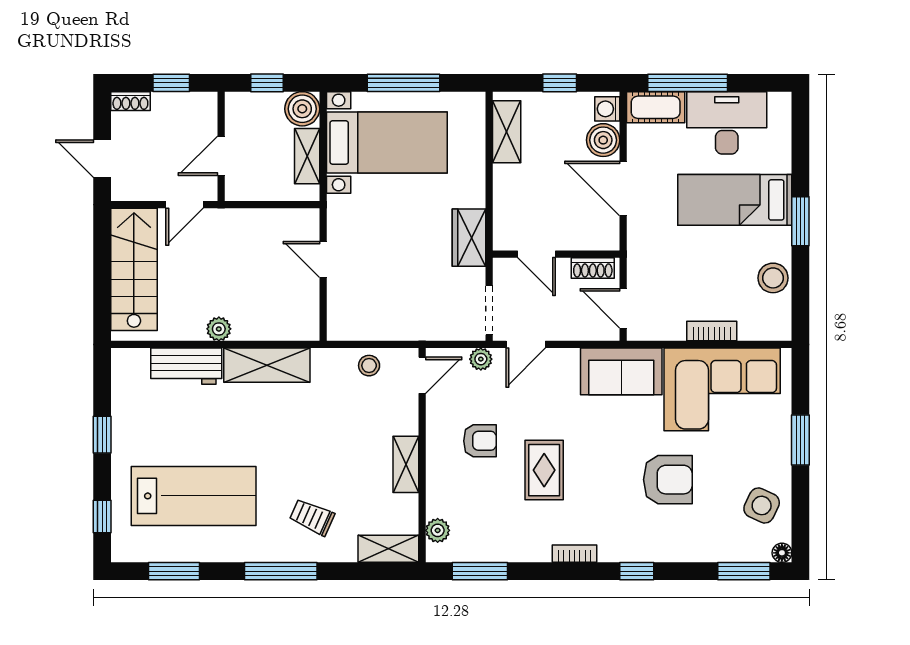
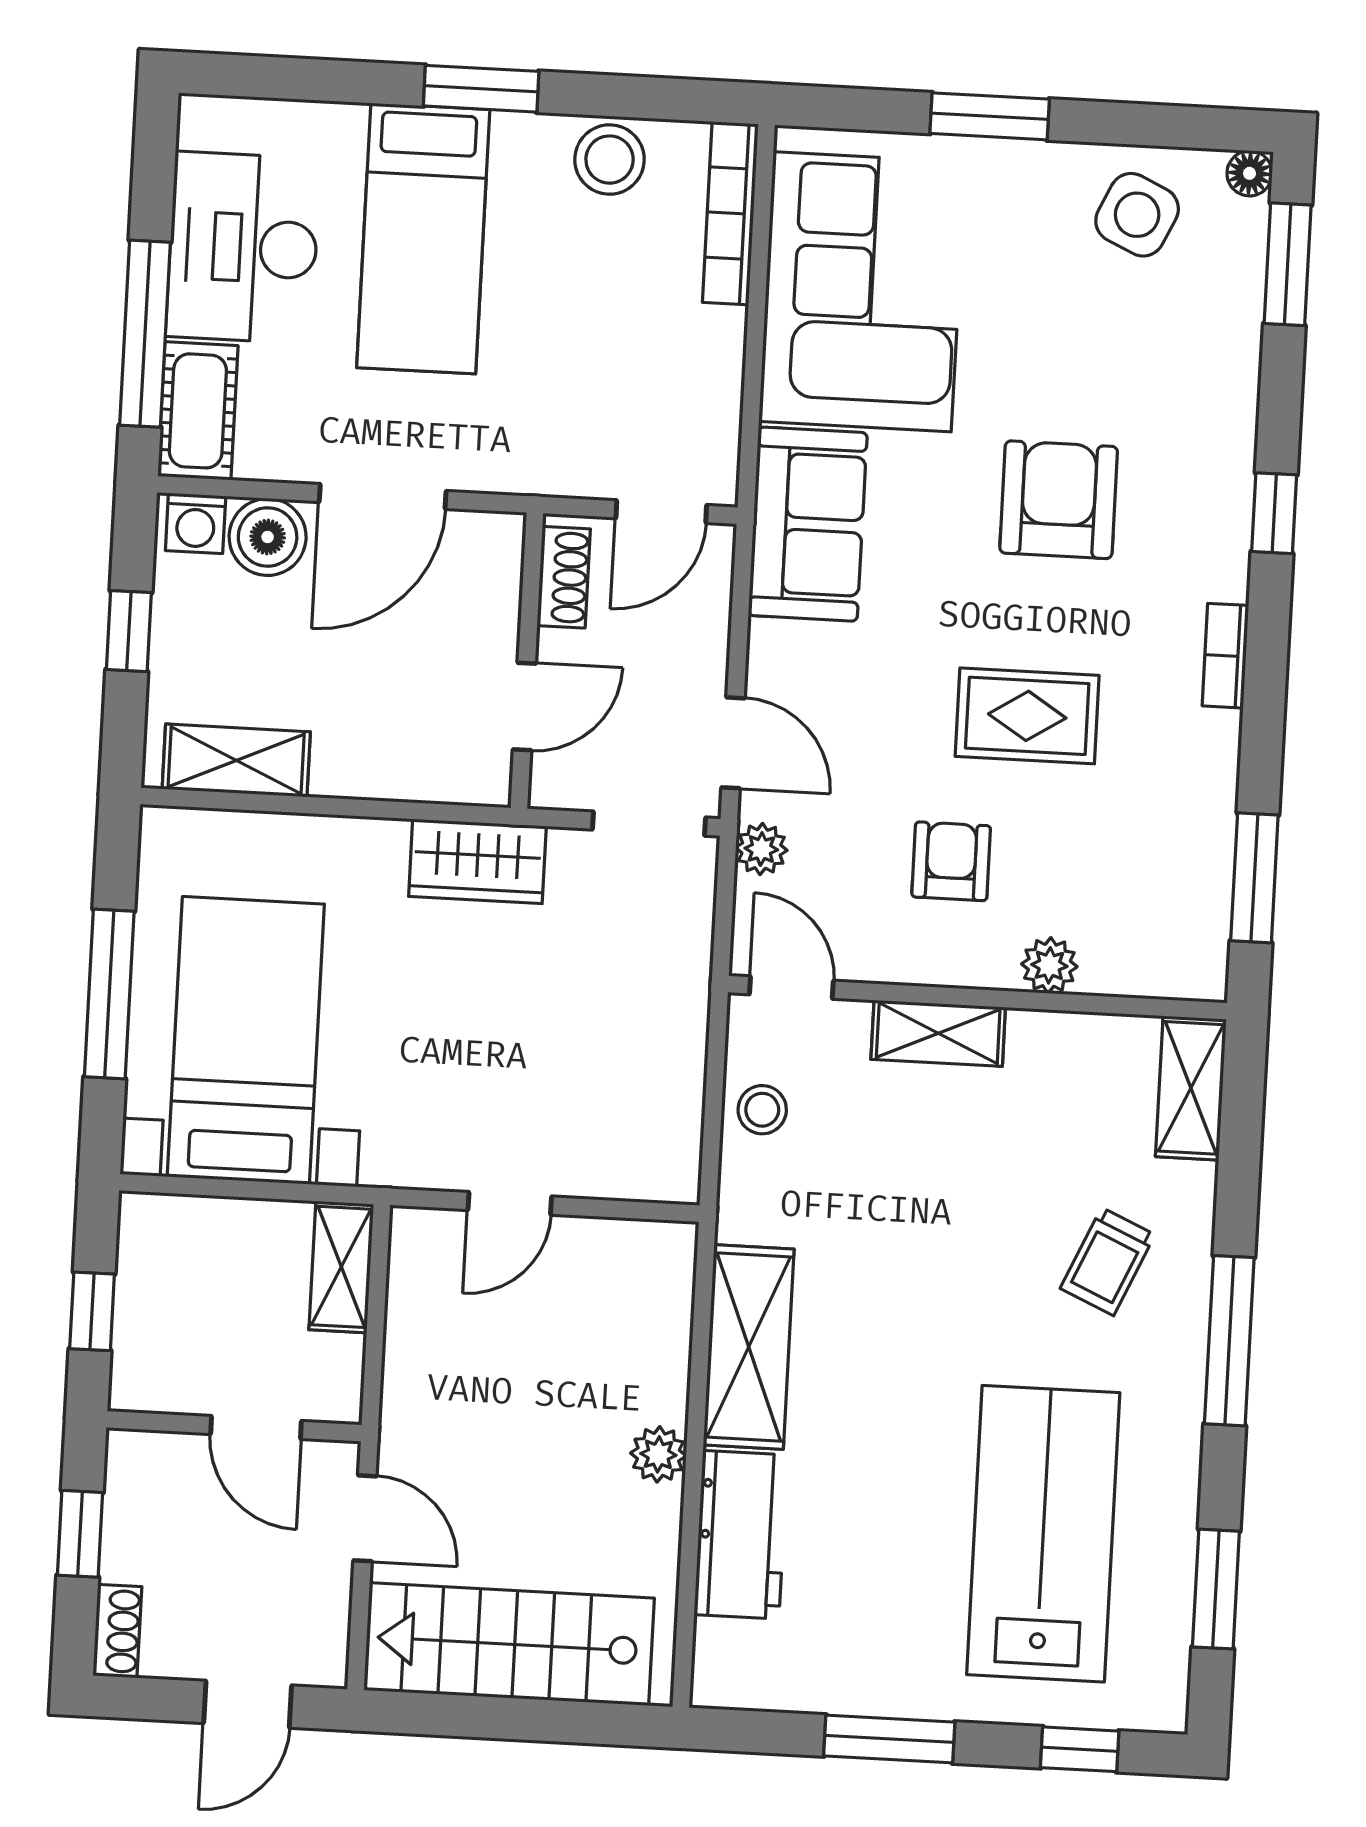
boiler: (302, 109) -> (157, 1233), removed
shelving: (307, 156) -> (341, 1267), moved, turned 90
bookcase: (712, 331) -> (730, 213), moved, width x1.56
window: (102, 435) -> (889, 1739), width x1.50
shelving: (406, 464) -> (938, 1033), moved
armchair: (668, 480) -> (1059, 500), moved
plant: (438, 530) -> (1049, 965), moved

